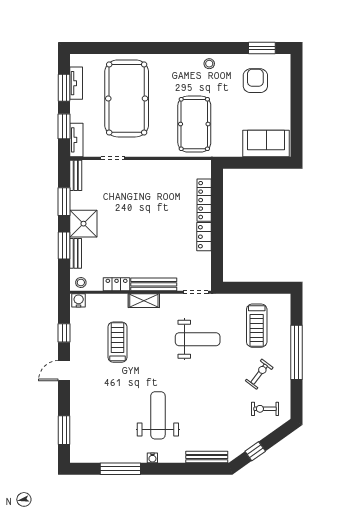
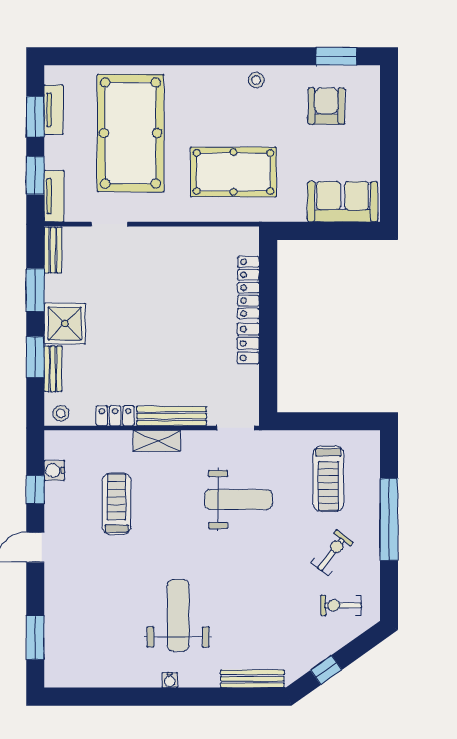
pool table: (194, 124) -> (233, 172), turned 90
water cooler: (79, 300) -> (54, 470), moved, turned -90
window: (120, 469) -> (121, 697), removed

